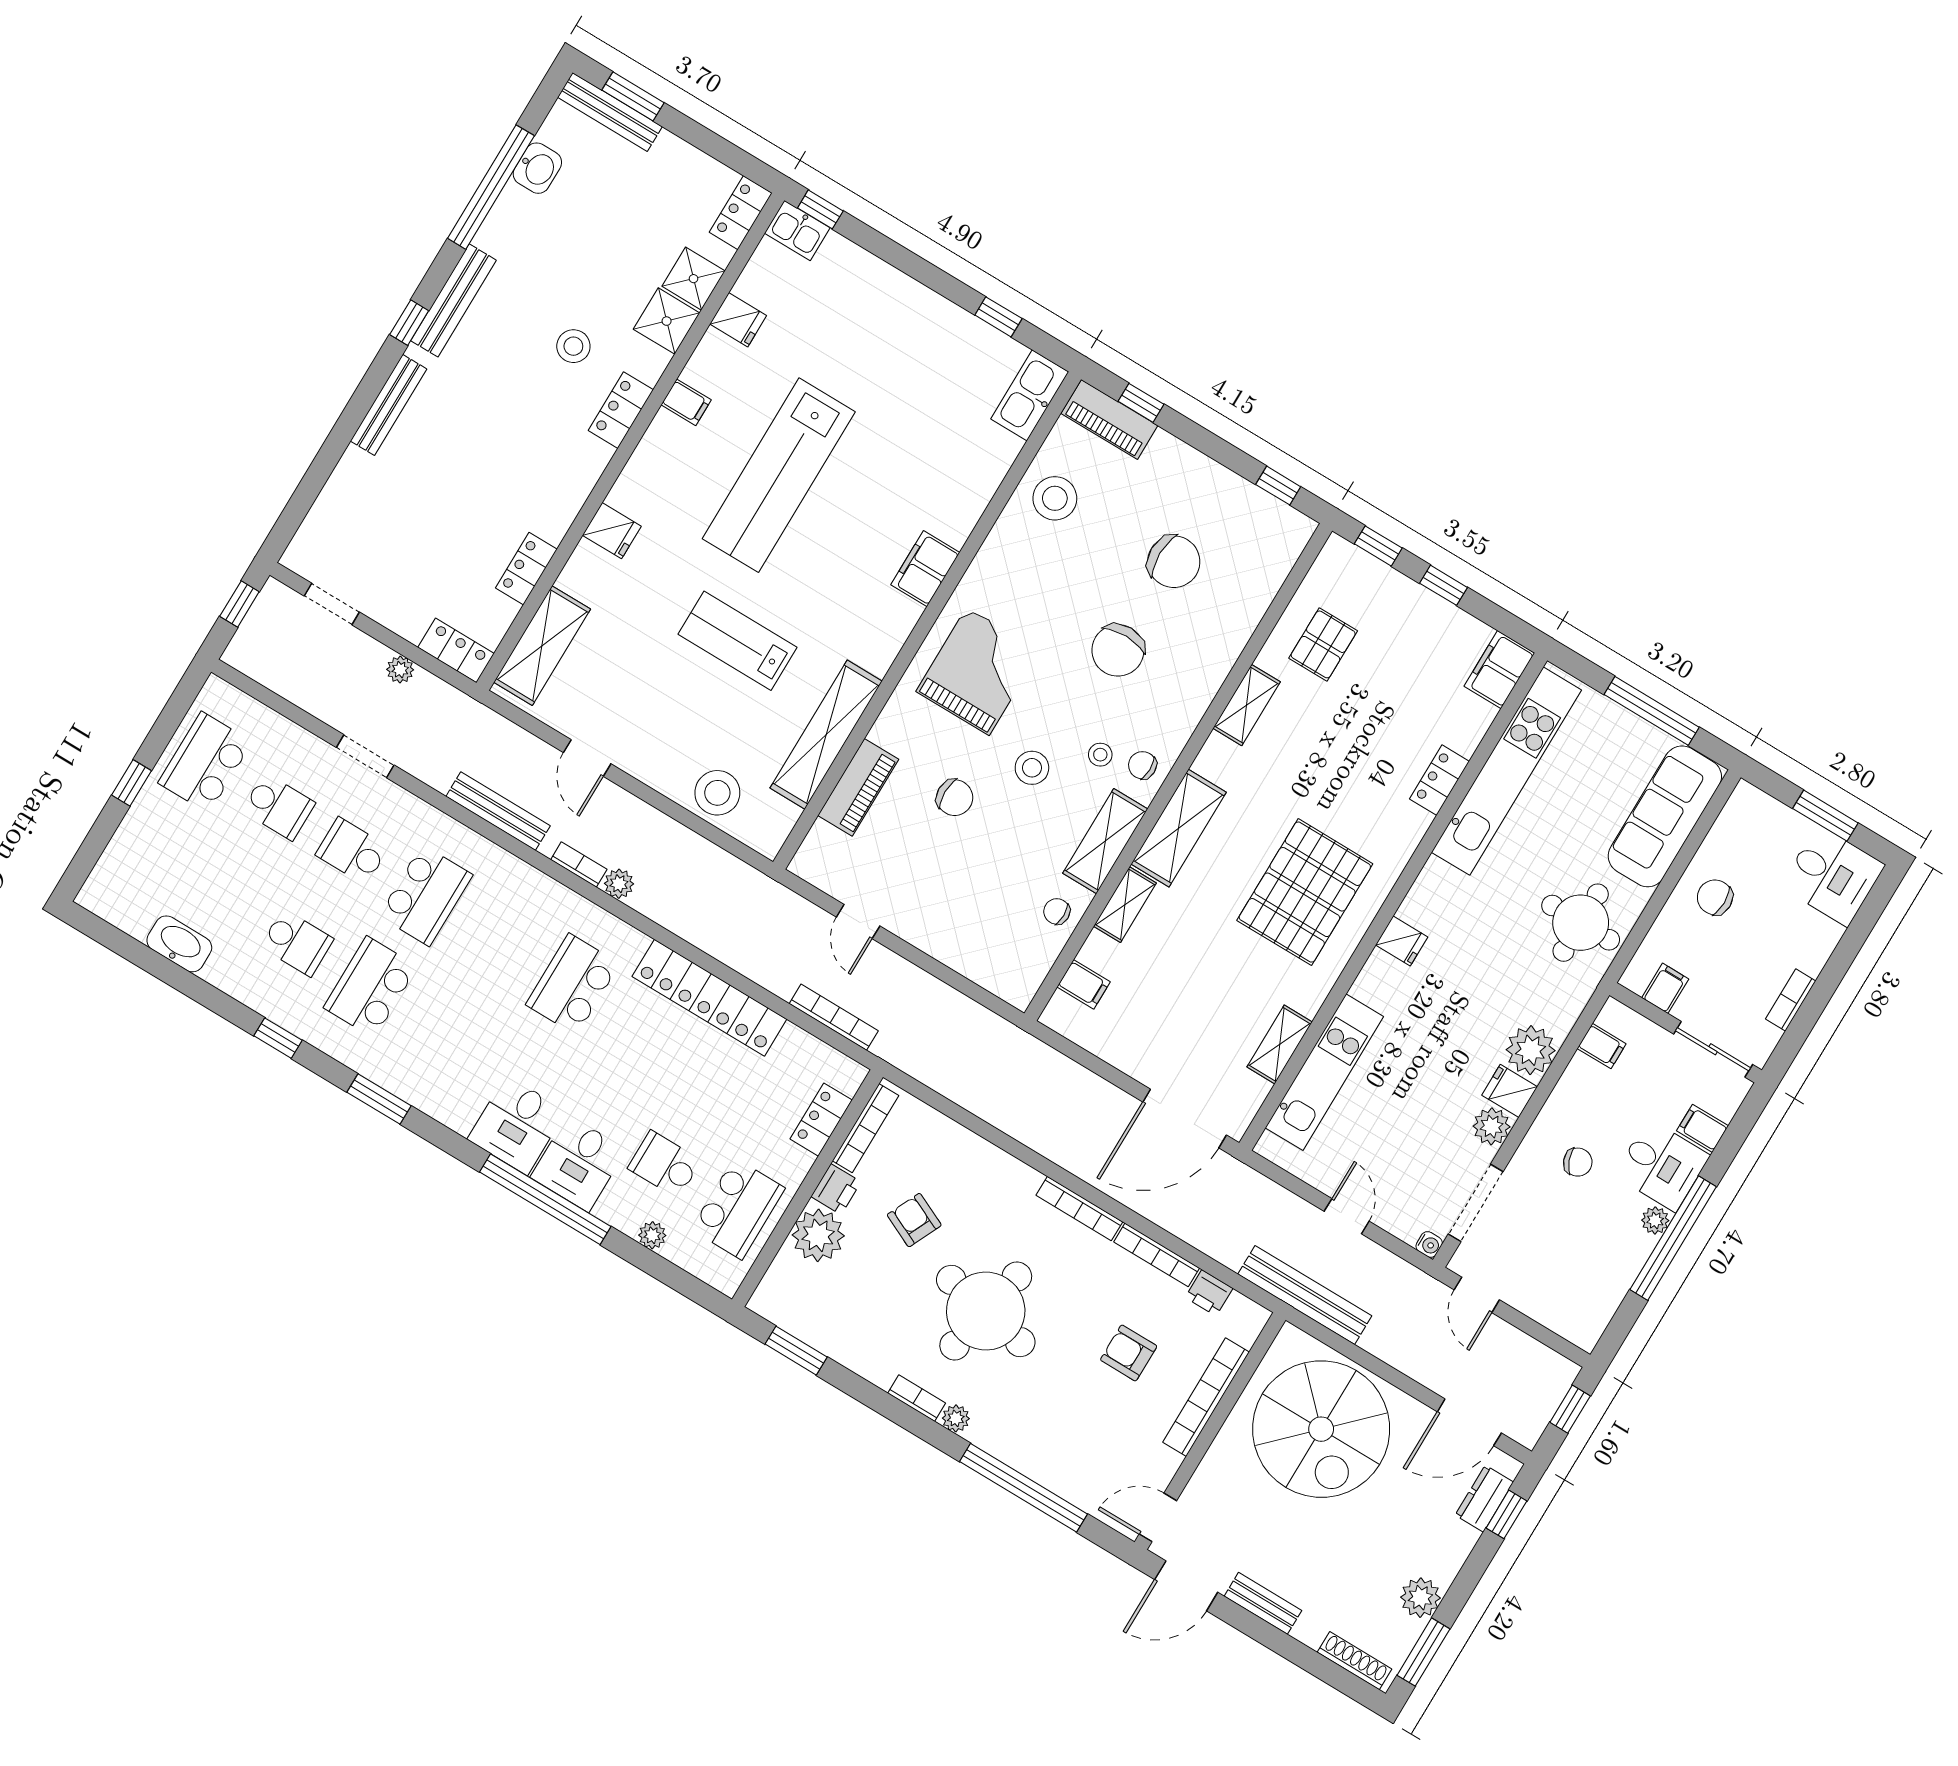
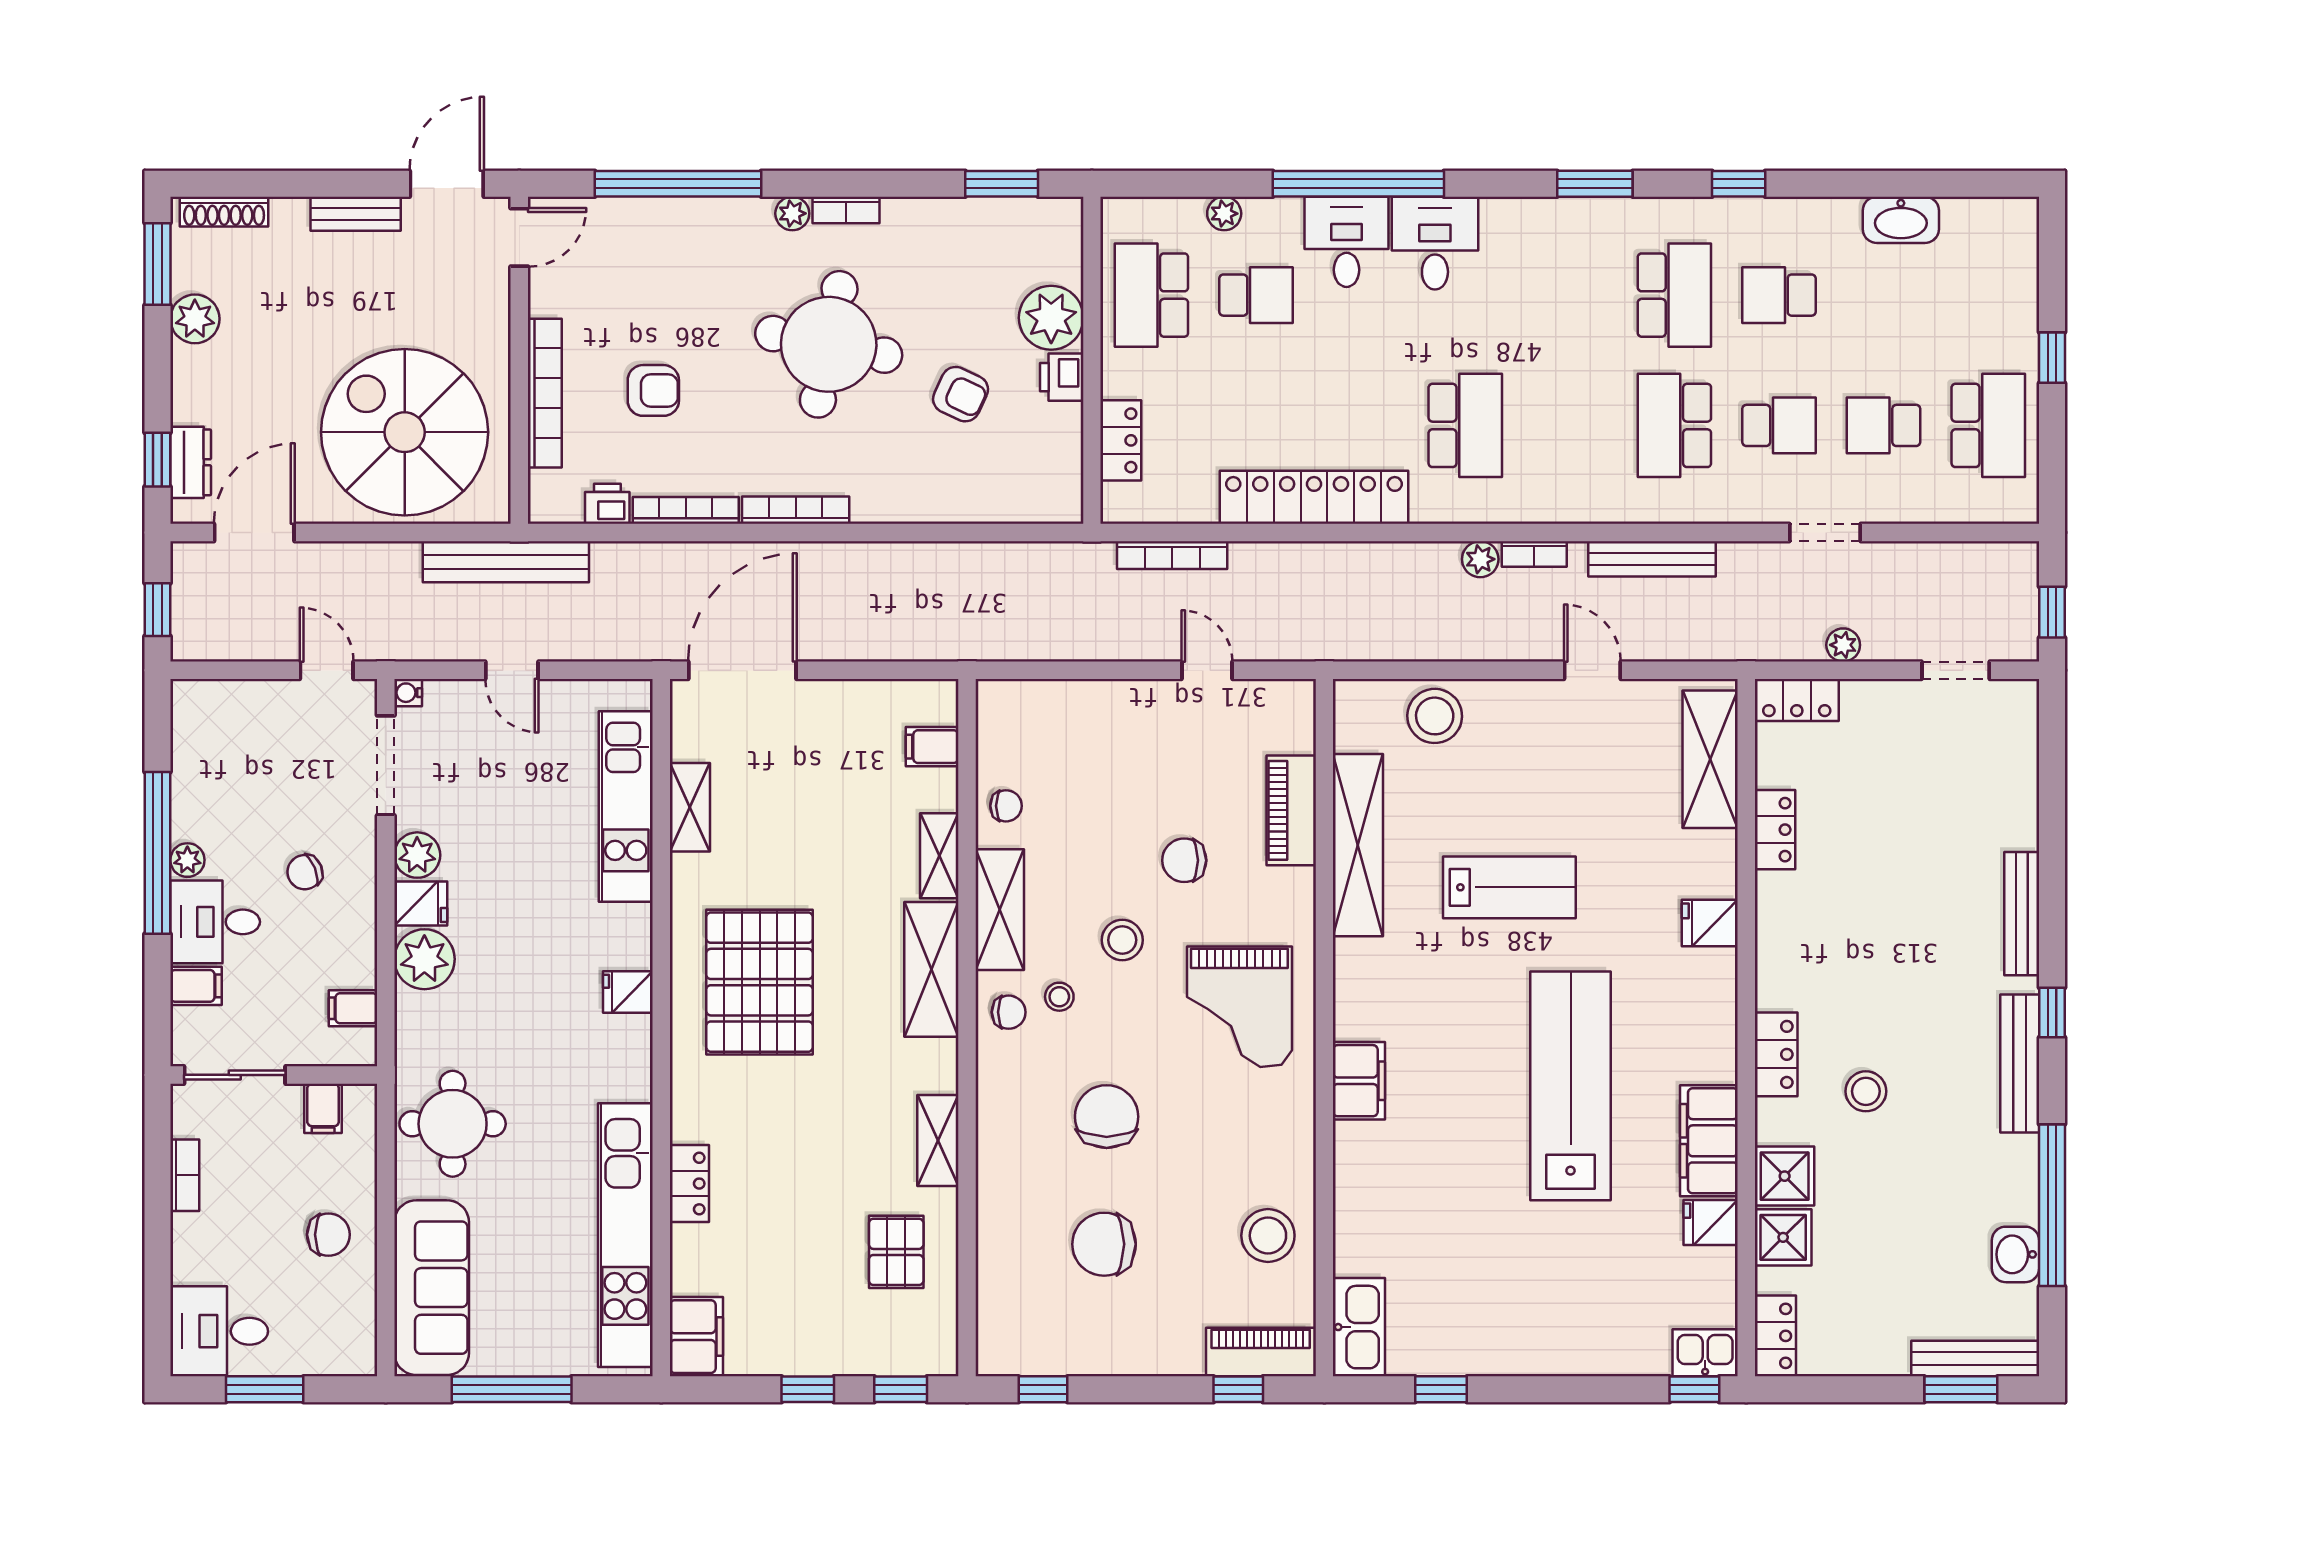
filing cabinet: (686, 402) -> (1709, 1141), width x3.00, depth x1.17
bookcase: (866, 1128) -> (1069, 459), removed

